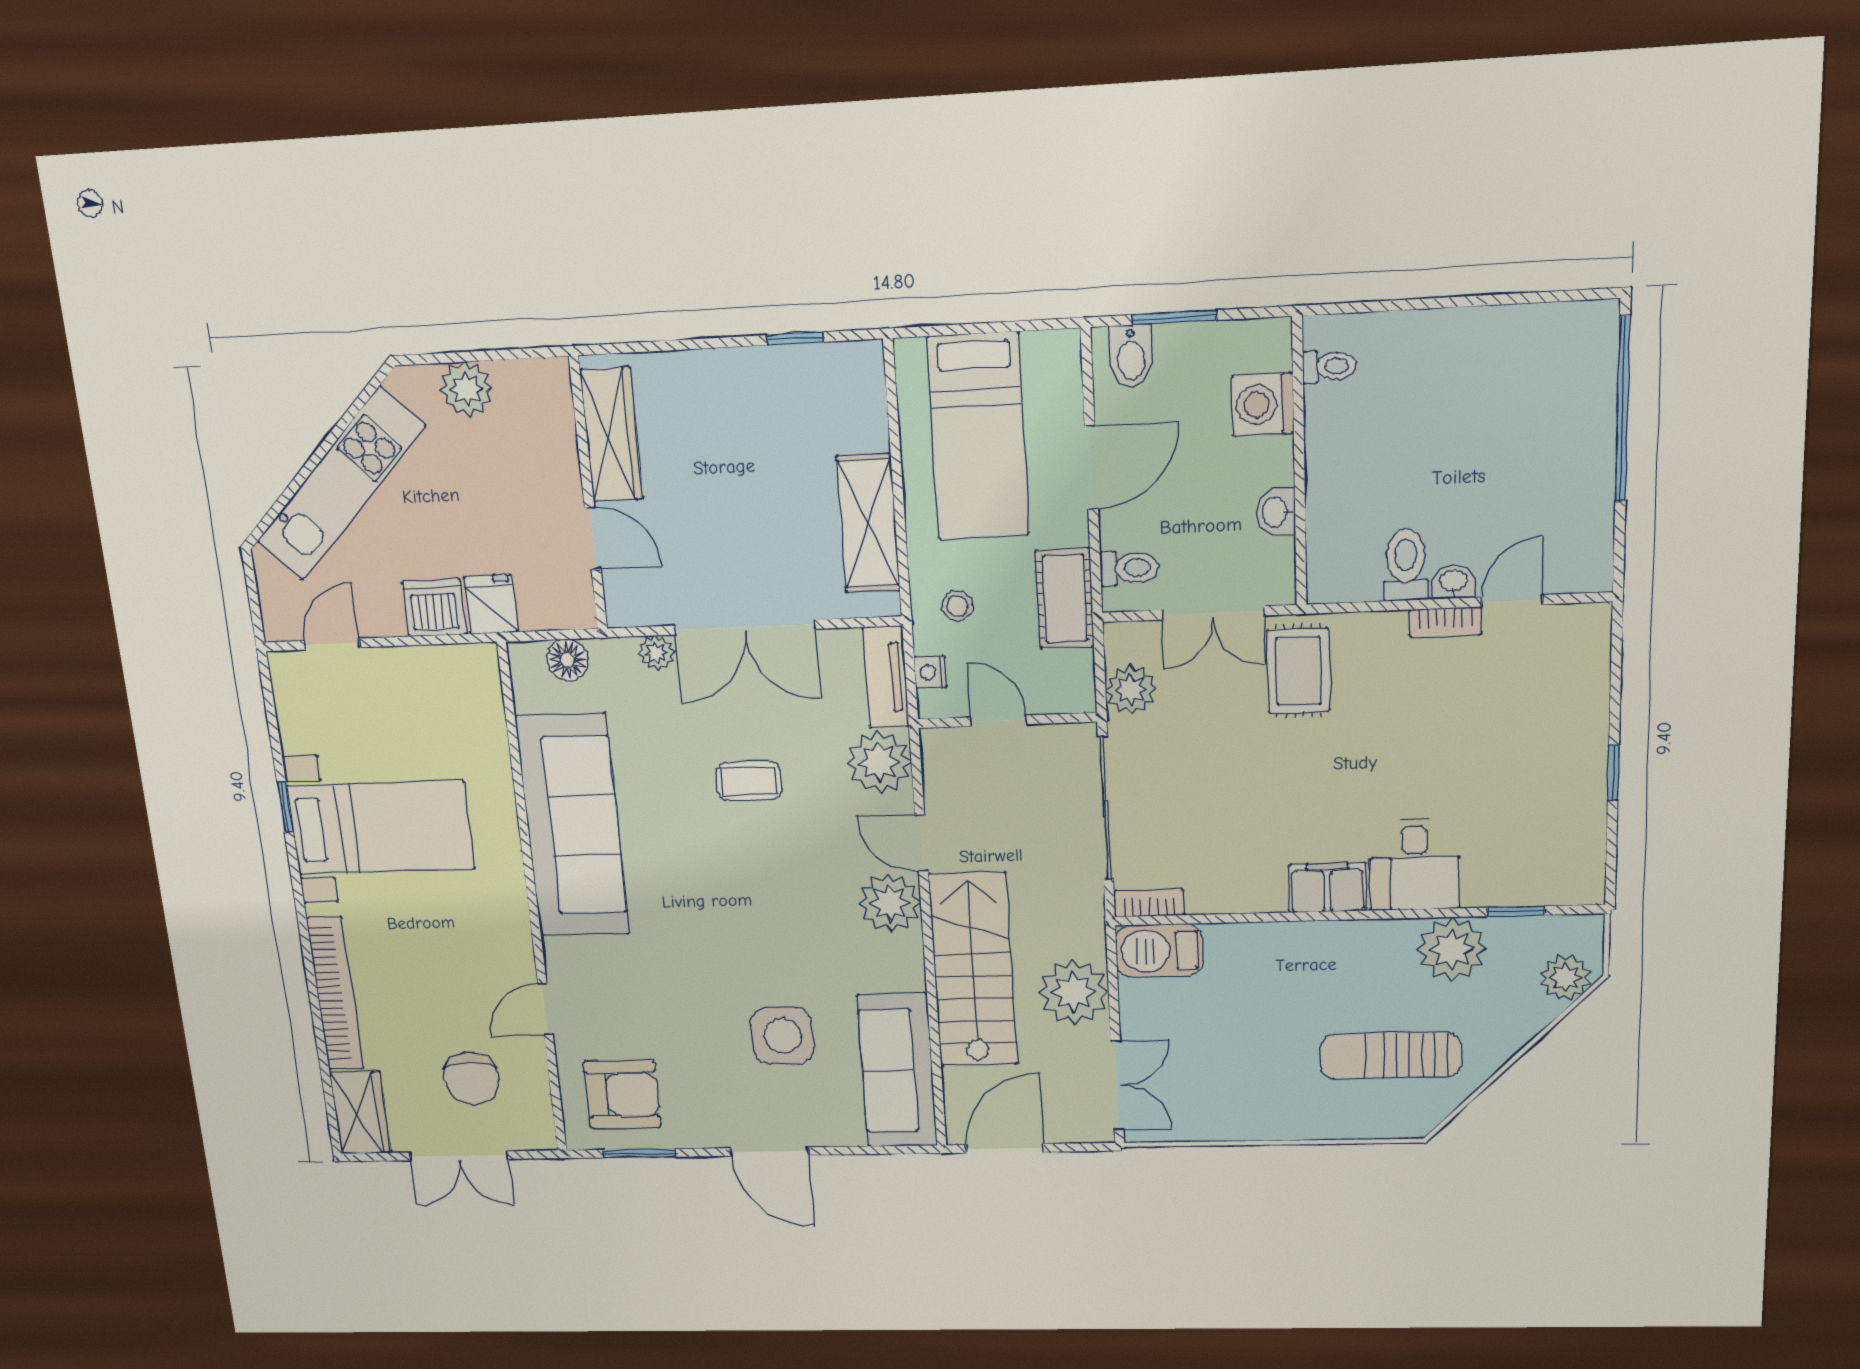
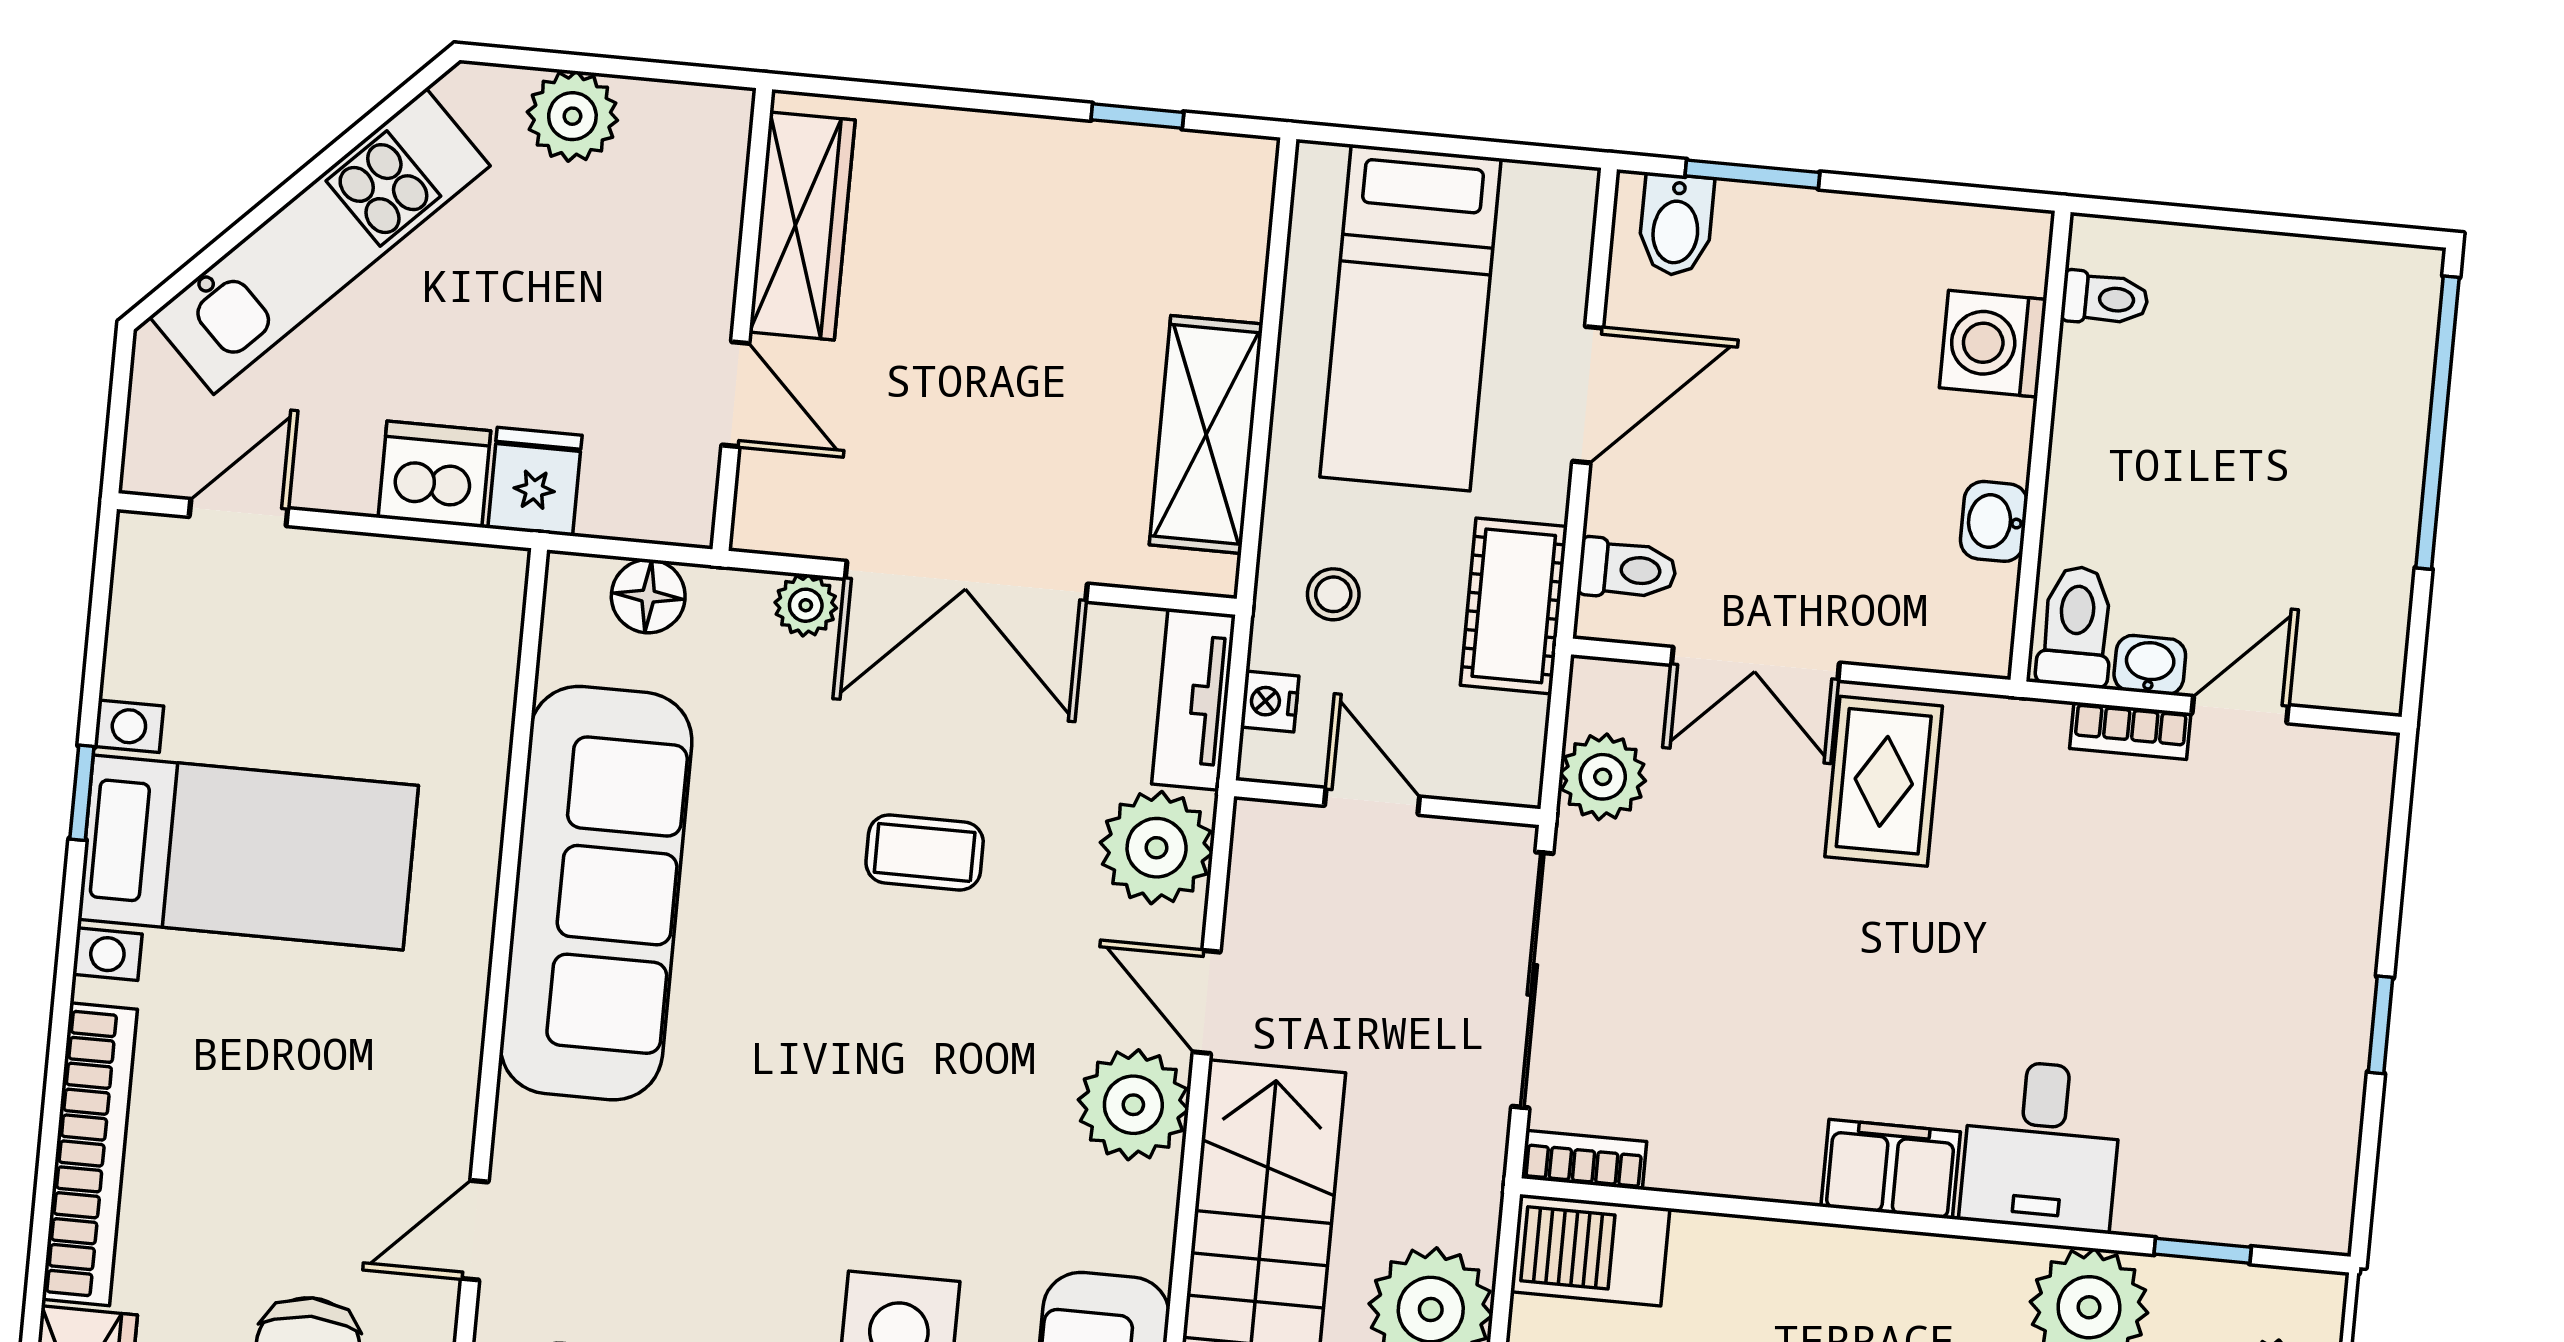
toilet: (1329, 366) -> (2105, 299), moved
washing machine: (1263, 405) -> (1993, 344), moved
wall: (1299, 463) -> (2041, 446), moved
washbasin: (1276, 512) -> (1994, 521), moved

